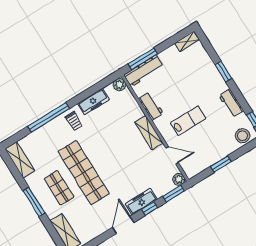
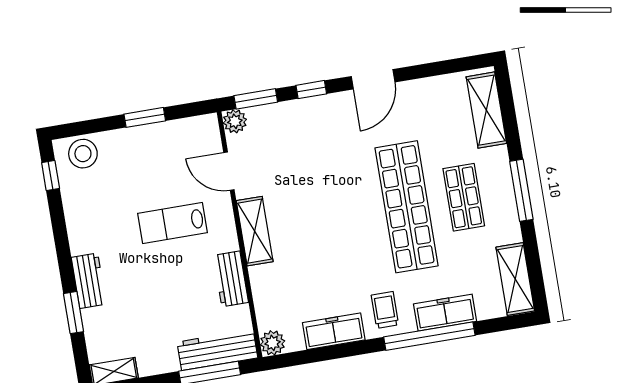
window: (223, 72) -> (73, 313), moved
workbench: (231, 103) -> (89, 281), moved
freezer: (141, 202) -> (445, 313), moved, turned 180

